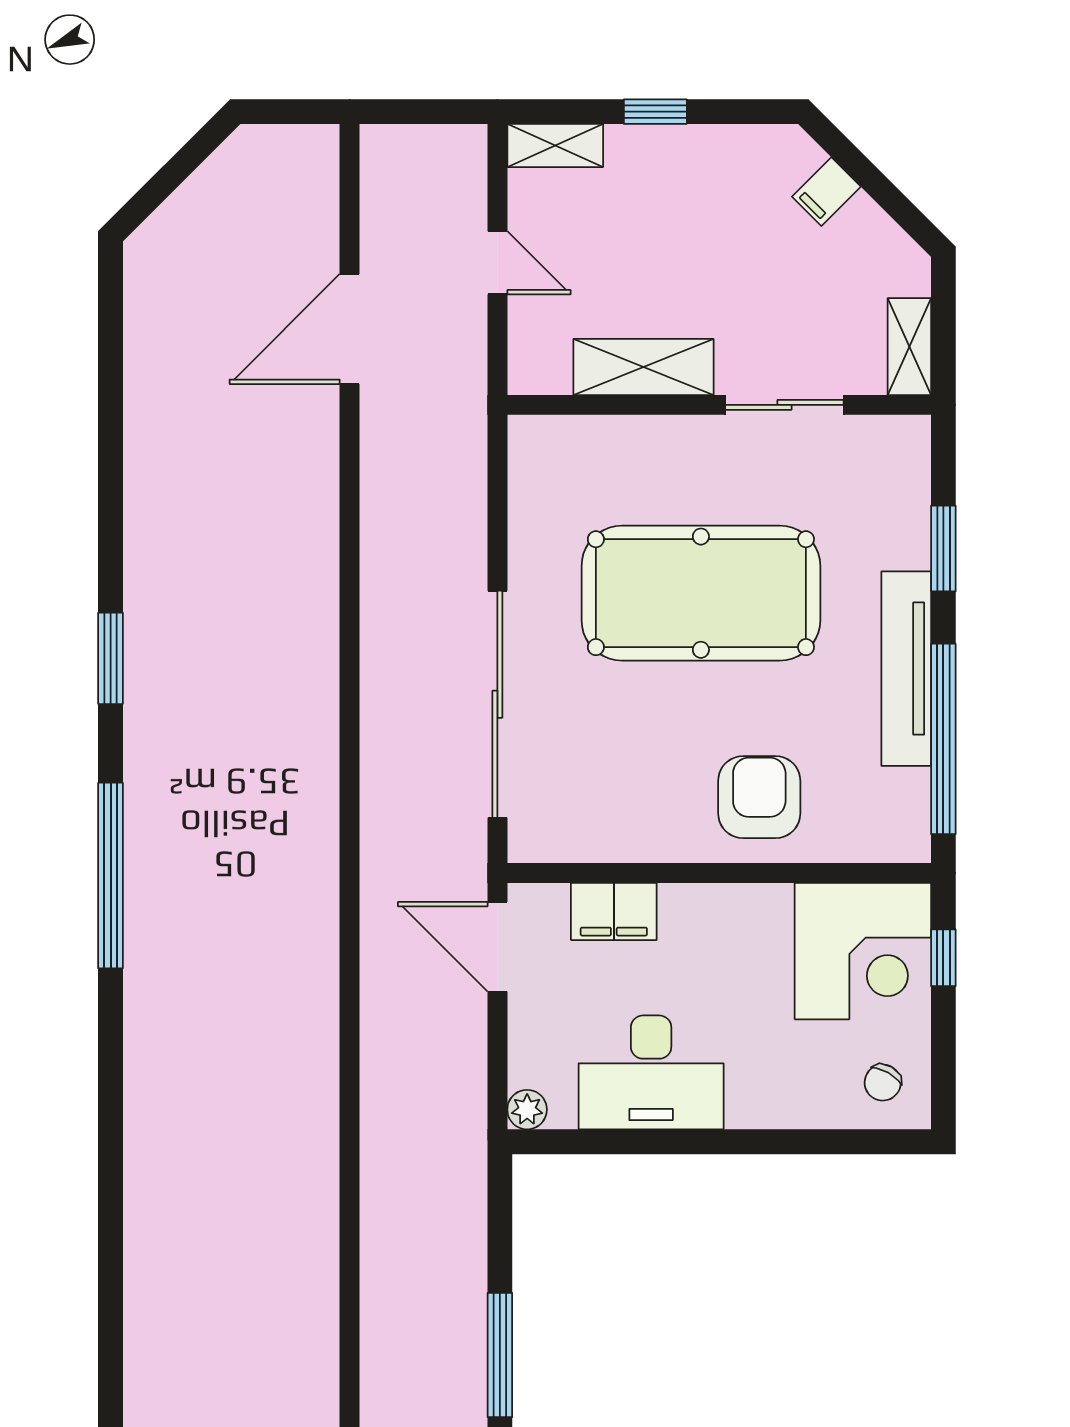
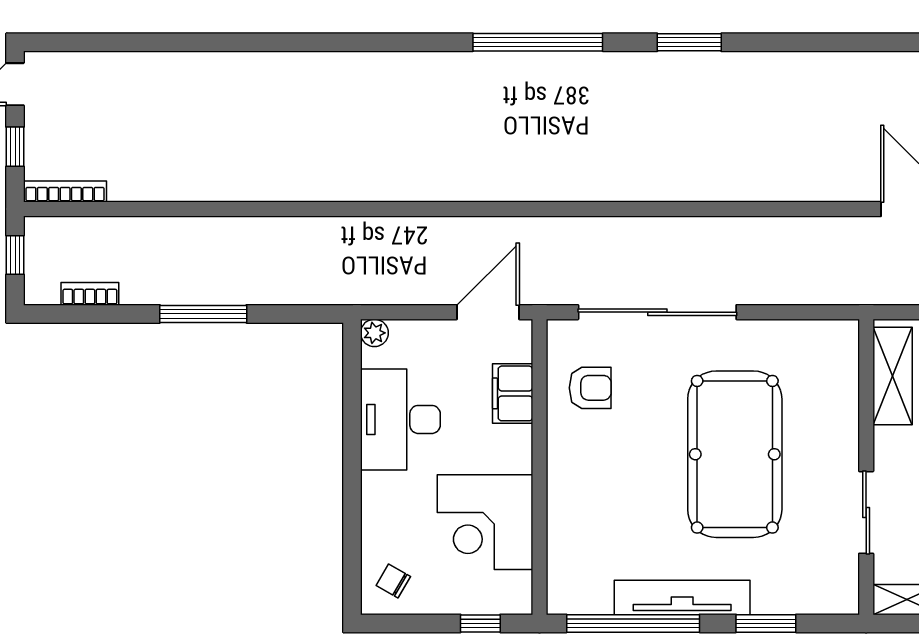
shelving: (643, 367) -> (893, 376), moved
armchair: (759, 797) -> (590, 388), moved, width x0.72, depth x0.72
corner desk: (863, 951) -> (485, 522), moved

